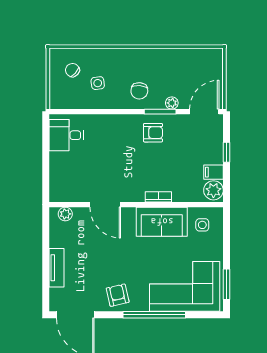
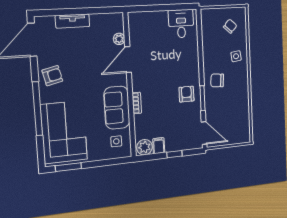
side table: (98, 83) -> (236, 56), moved
plant: (172, 103) -> (209, 107), removed
armchair: (153, 133) -> (186, 94), turned 180
plant: (65, 214) -> (119, 39), moved

